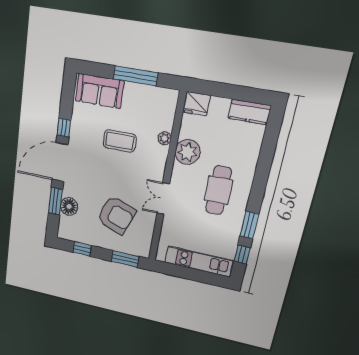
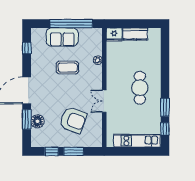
window: (135, 76) -> (71, 24), width x1.46
sofa: (100, 91) -> (62, 37), moved
kitchen counter: (250, 112) -> (135, 34), moved
window: (64, 128) -> (27, 48), moved
plant: (188, 152) -> (115, 66), removed
window: (125, 259) -> (74, 151), moved

